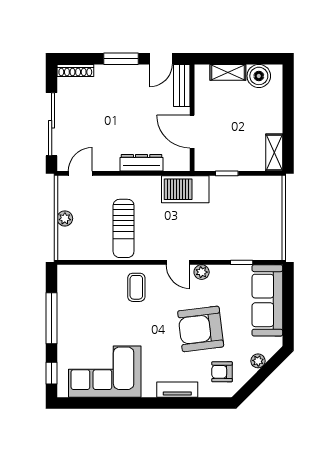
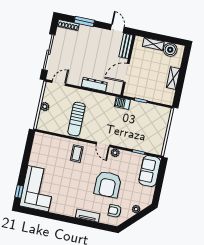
window: (121, 59) -> (84, 22), moved
door: (161, 59) -> (117, 28), swing flipped
door: (192, 132) -> (126, 73), hinge flipped
shelving: (274, 152) -> (173, 78), moved
barbecue: (185, 189) -> (122, 103), width x0.53, depth x0.65
sofa: (267, 300) -> (150, 171), width x0.73
window: (52, 318) -> (26, 161), removed
armchair: (201, 329) -> (108, 184), turned -83
corner sofa: (105, 372) -> (38, 189), moved, turned 90

